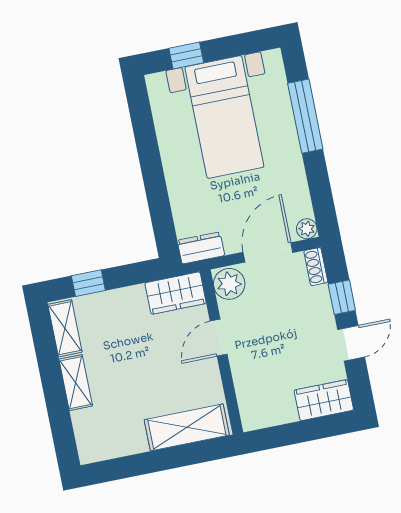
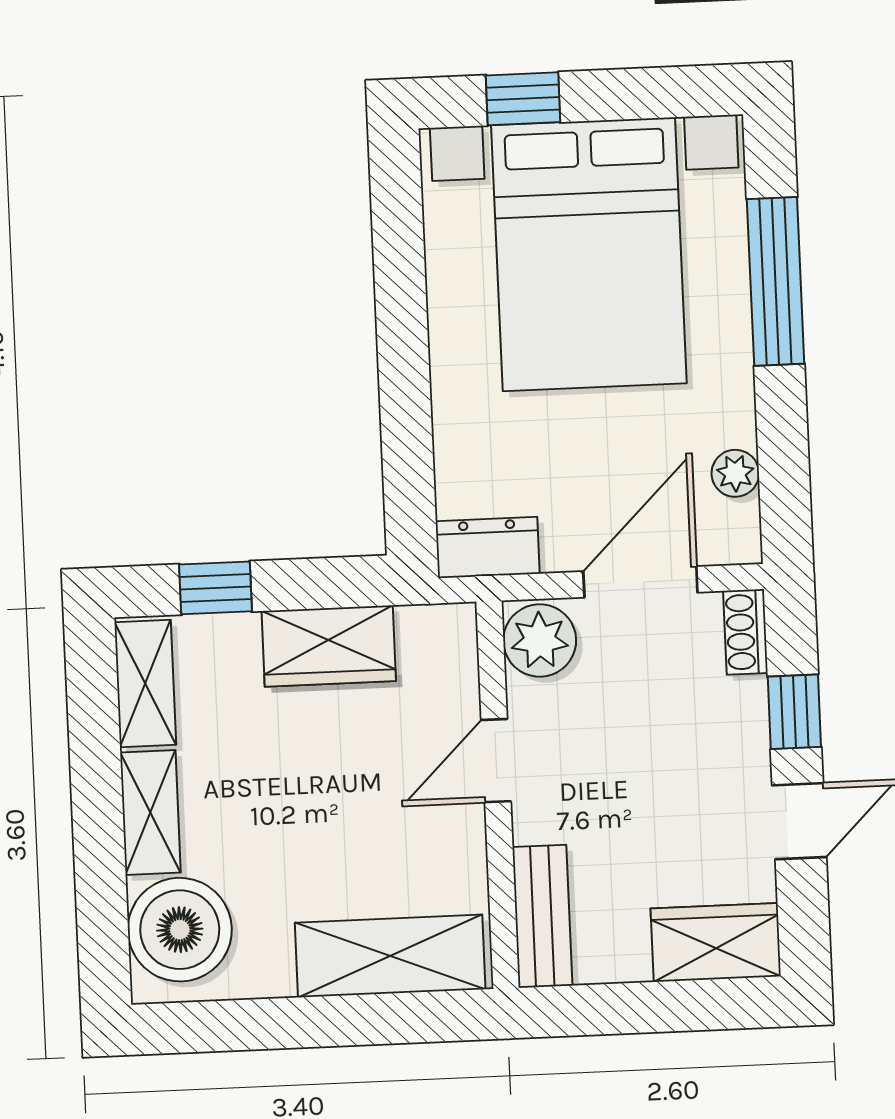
bed with nightstands: (224, 117) -> (589, 254), width x1.36
plant: (307, 229) -> (735, 473), moved
wardrobe: (176, 293) -> (329, 646), moved
bench: (249, 401) -> (542, 916), added
boiler: (96, 430) -> (180, 930), added

